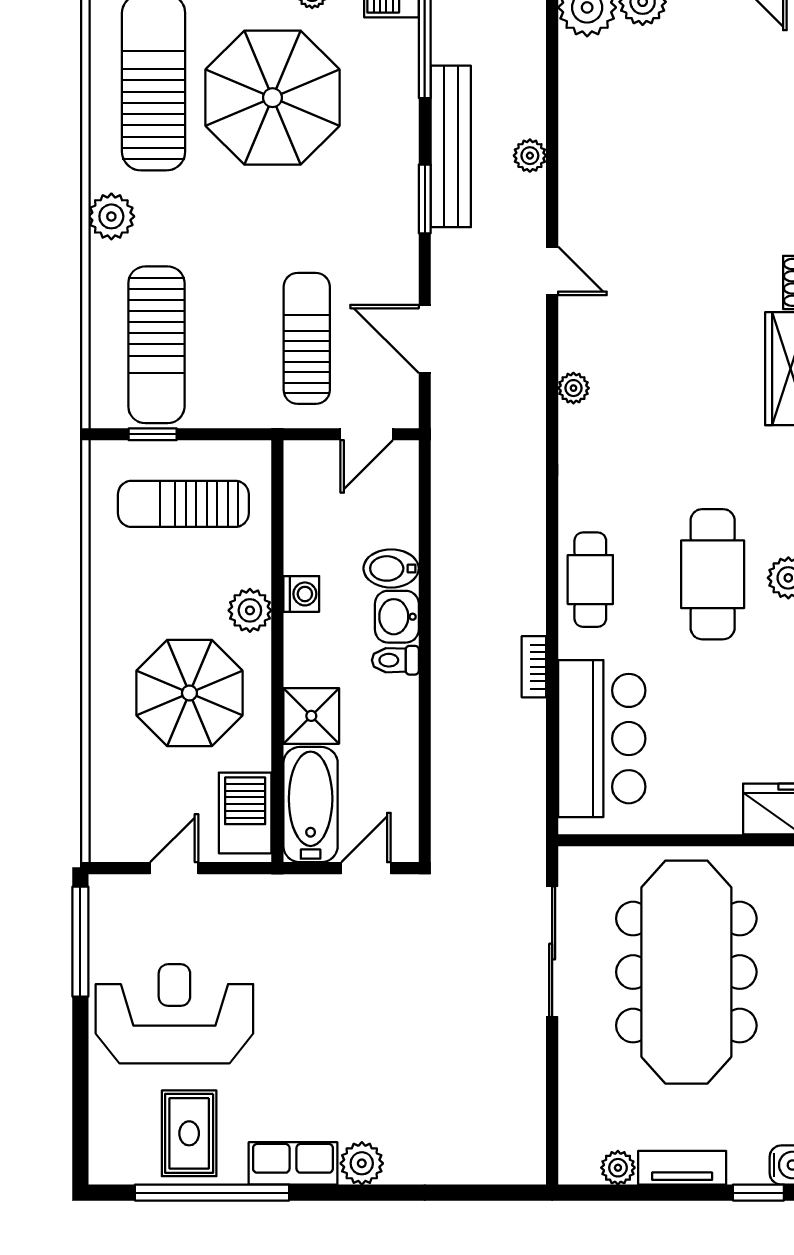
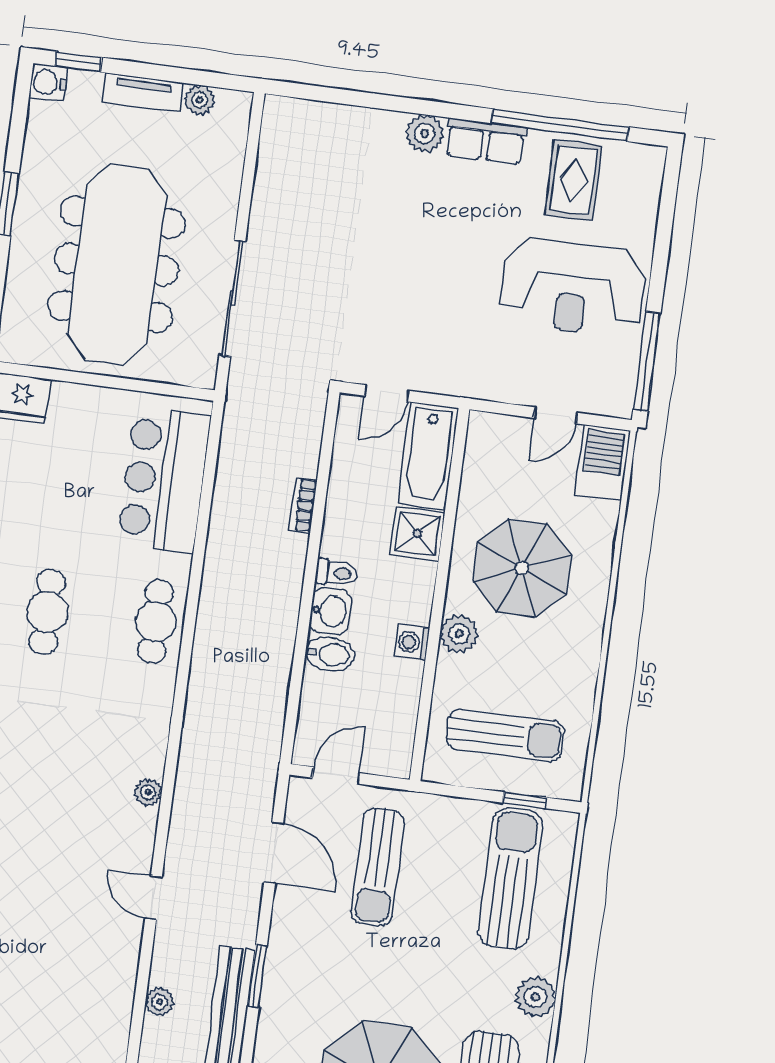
cafe table: (713, 574) -> (47, 612), width x0.73, depth x0.74
bookcase: (534, 667) -> (303, 505), moved, turned 180
barbecue: (245, 813) -> (603, 463), moved, turned 180

